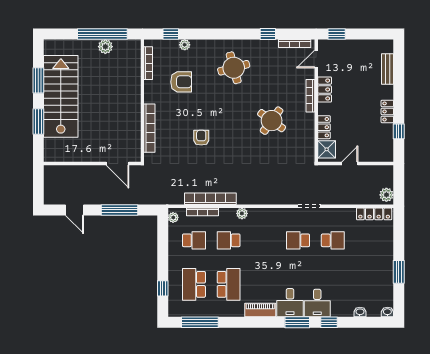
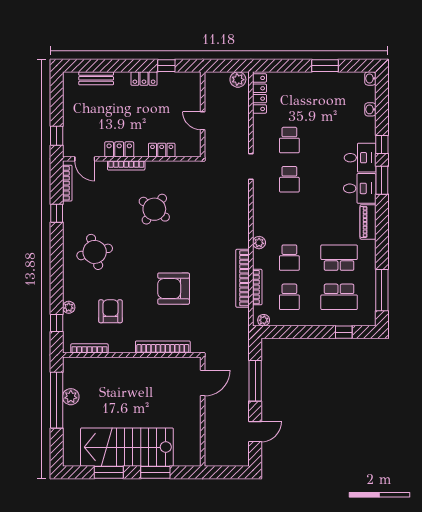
armchair: (201, 138) -> (174, 289), width x1.88, depth x1.88
shower: (327, 149) -> (187, 147), removed
school desk: (194, 240) -> (289, 297), turned 180
school desk: (333, 240) -> (289, 140), turned 180

